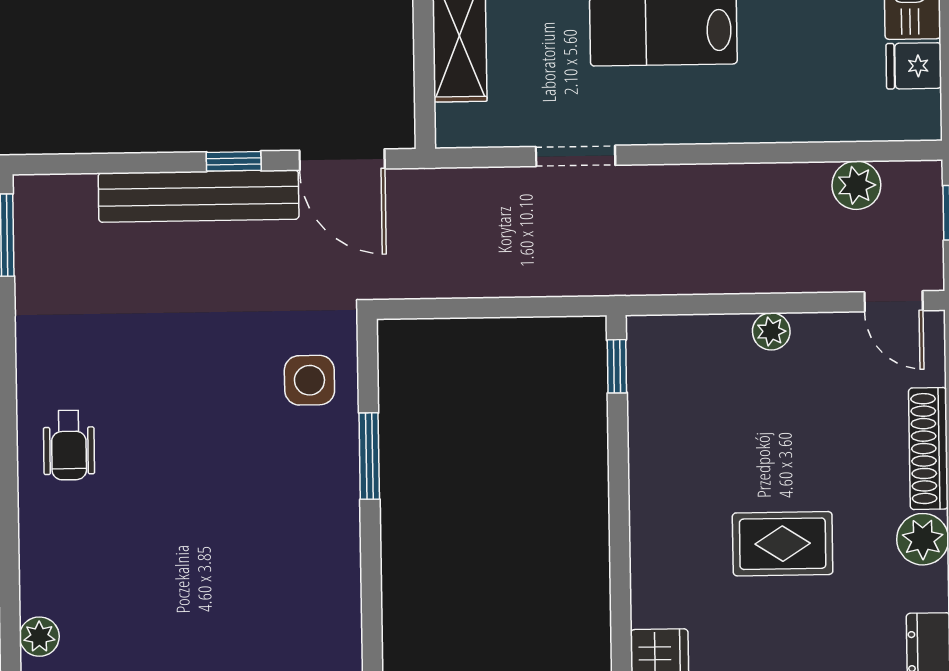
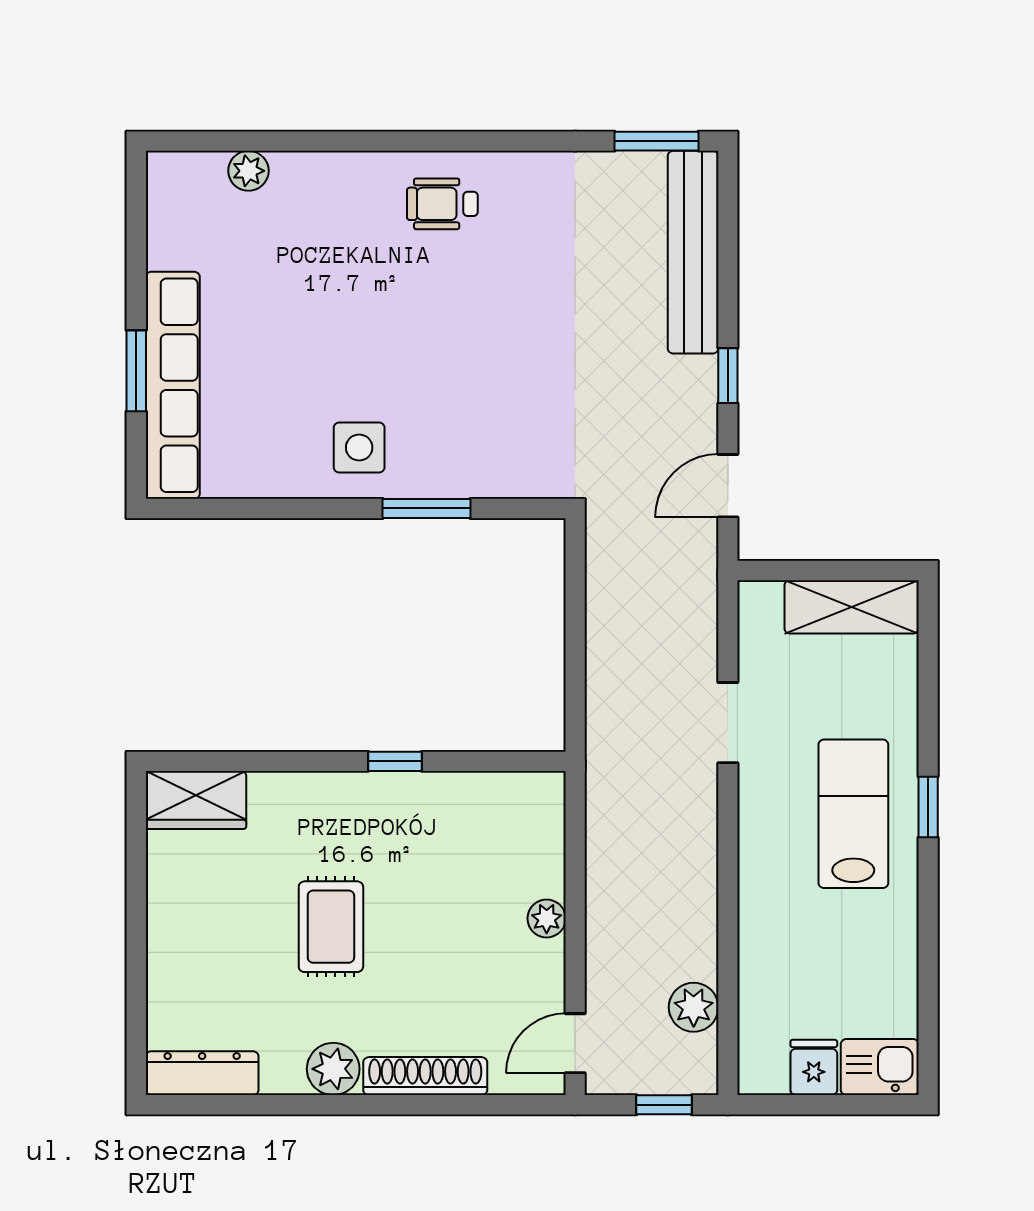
door: (342, 160) -> (728, 486), width x0.73
bench: (199, 196) -> (693, 252), moved
window: (617, 366) -> (395, 761), moved
side table: (309, 380) -> (359, 447), moved

